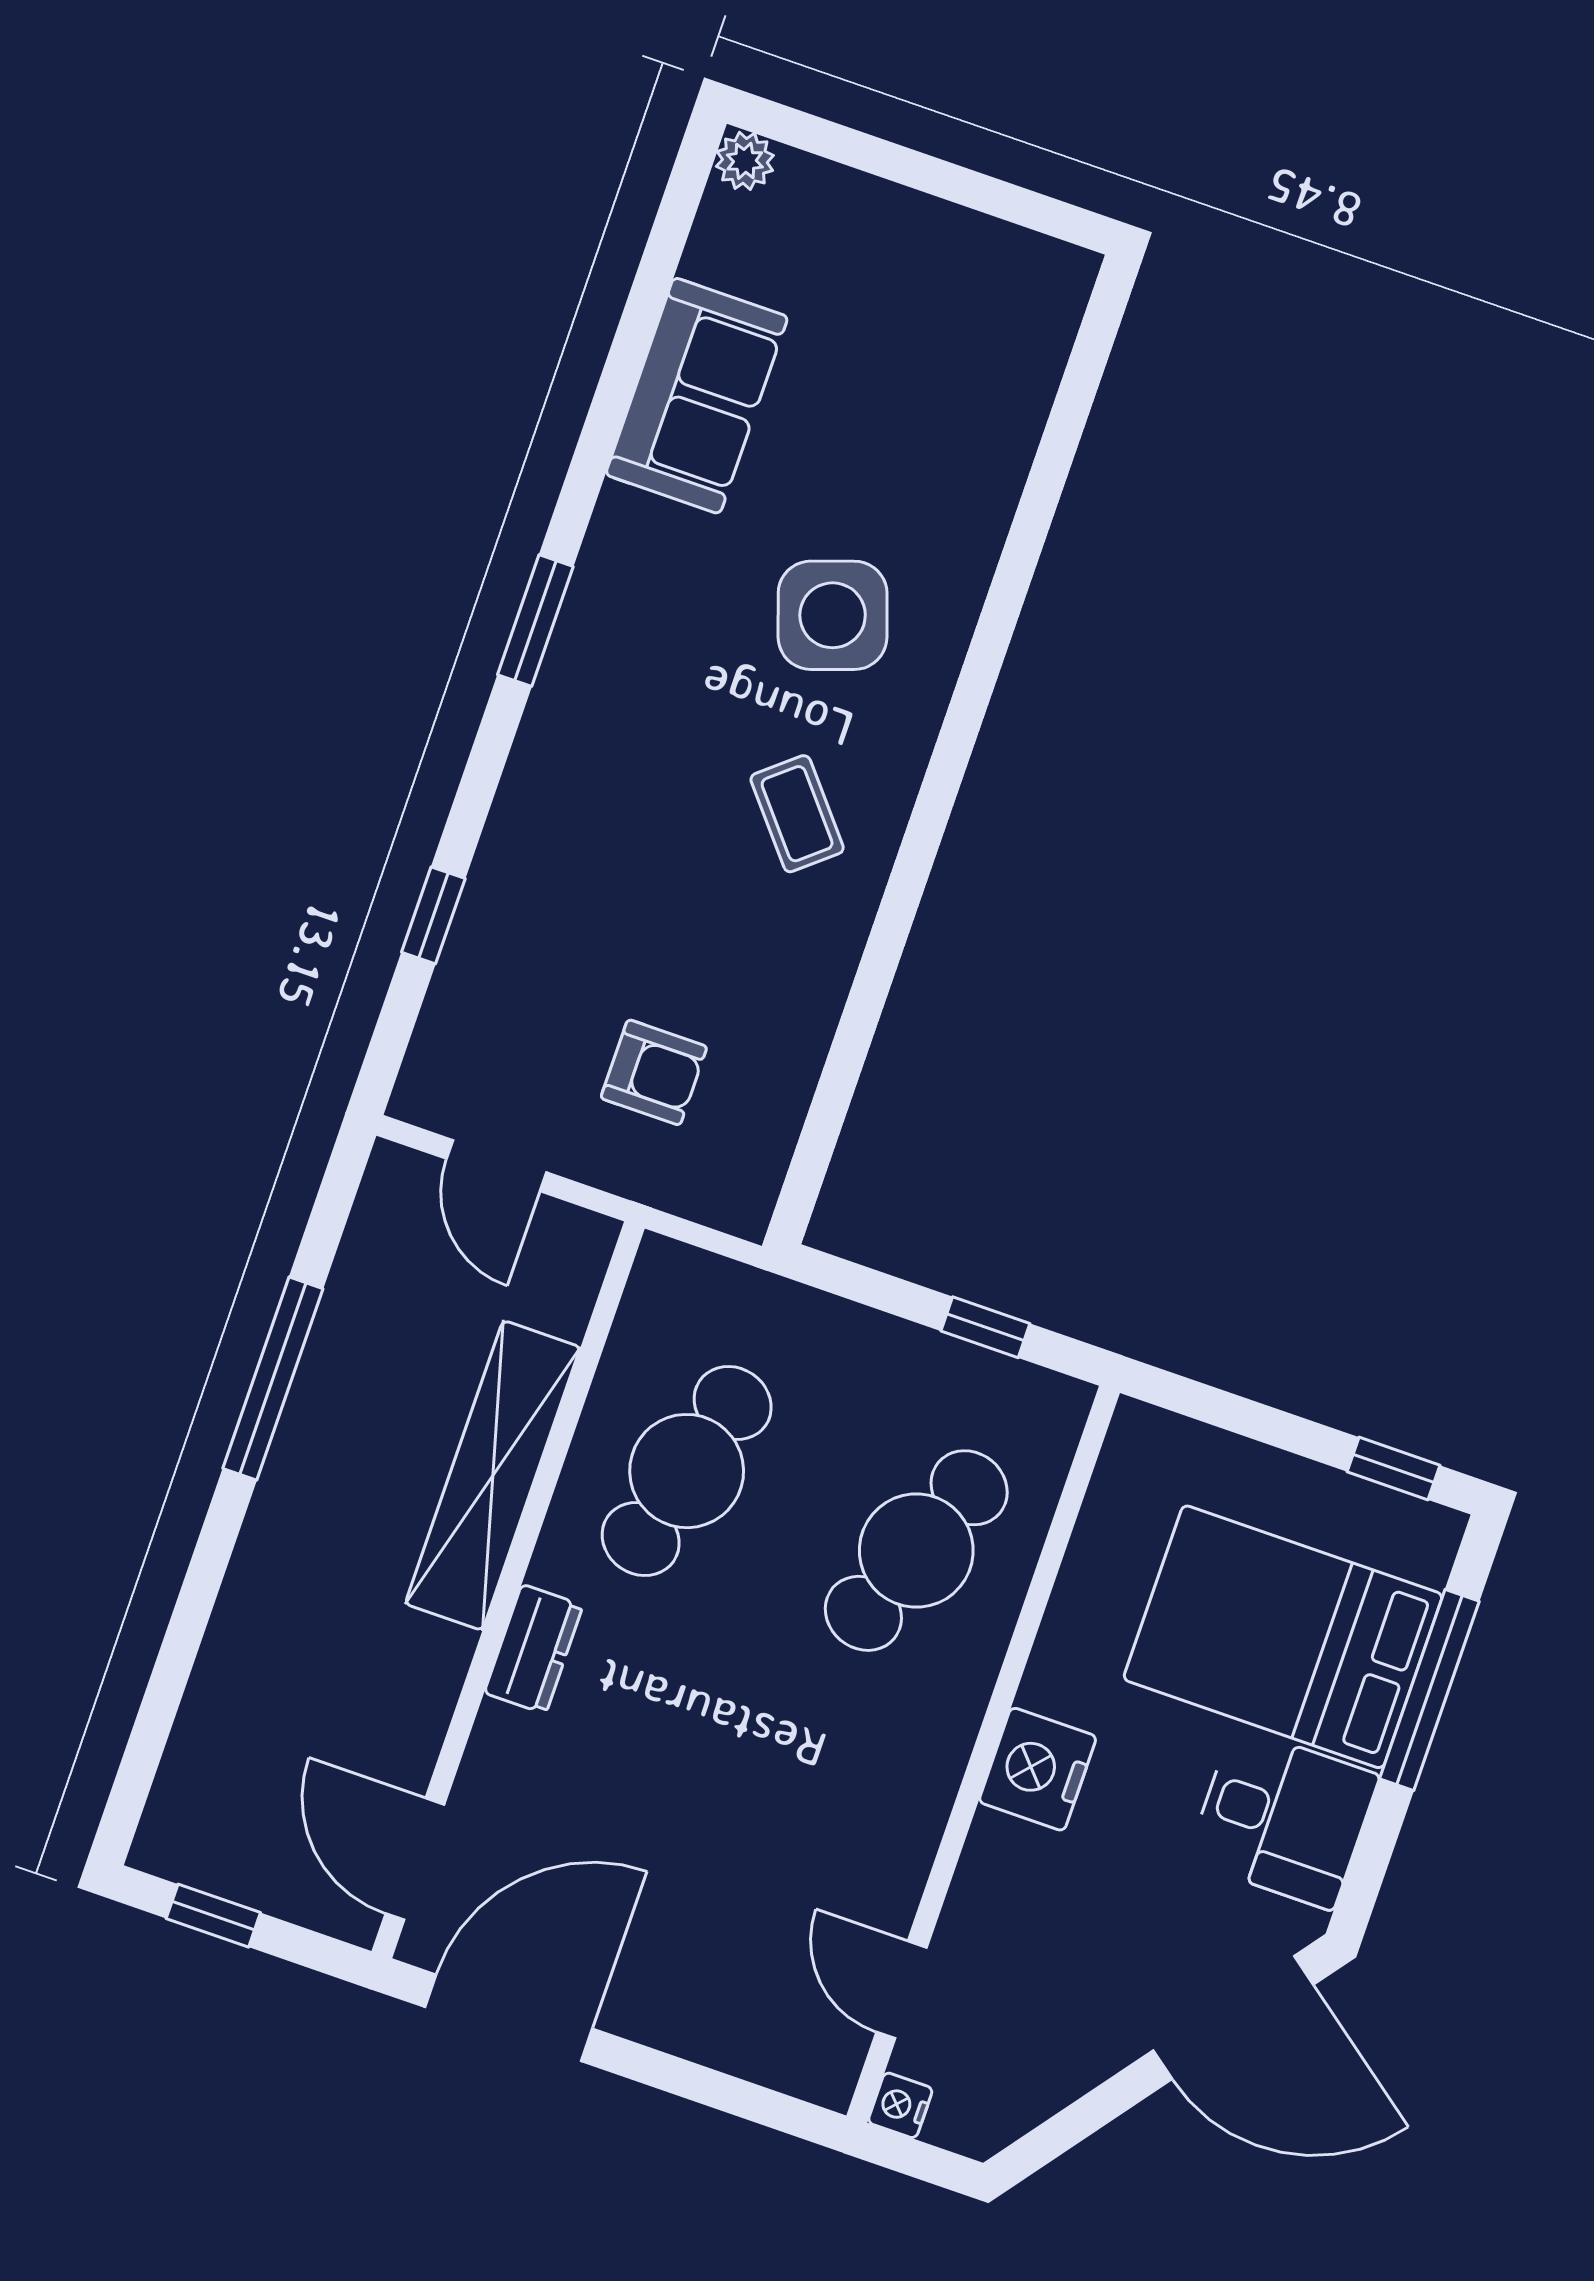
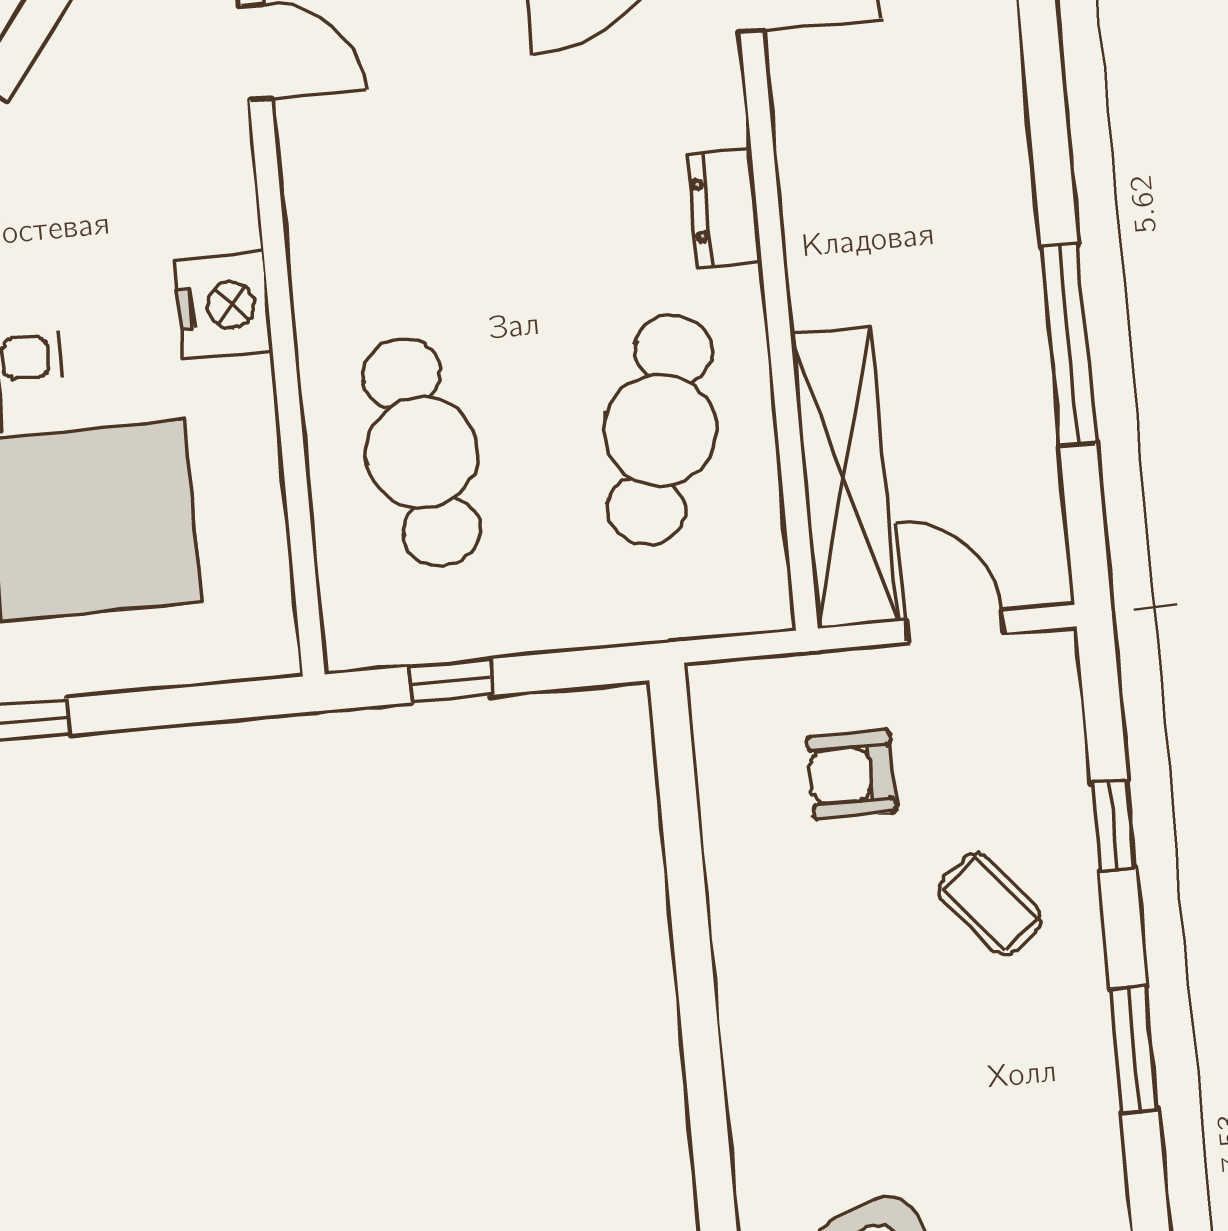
window: (535, 621) -> (1134, 1049), moved
coffee table: (797, 814) -> (990, 905), moved
shelving: (493, 1475) -> (844, 477), moved
cafe table: (916, 1551) -> (422, 452), turned -30

